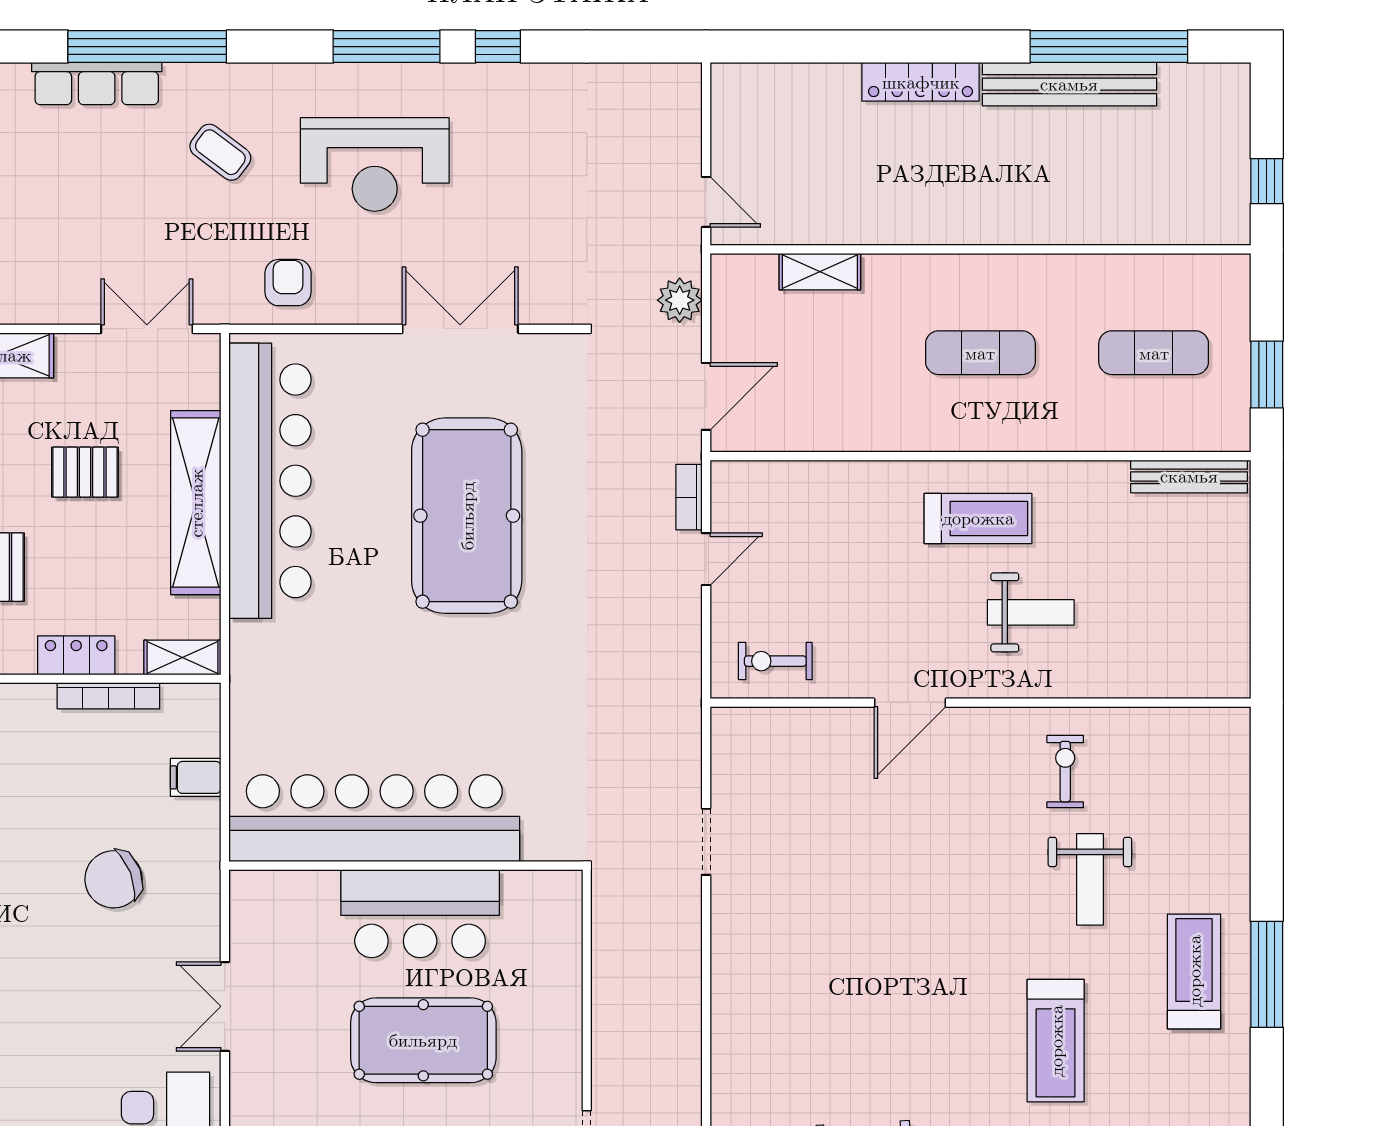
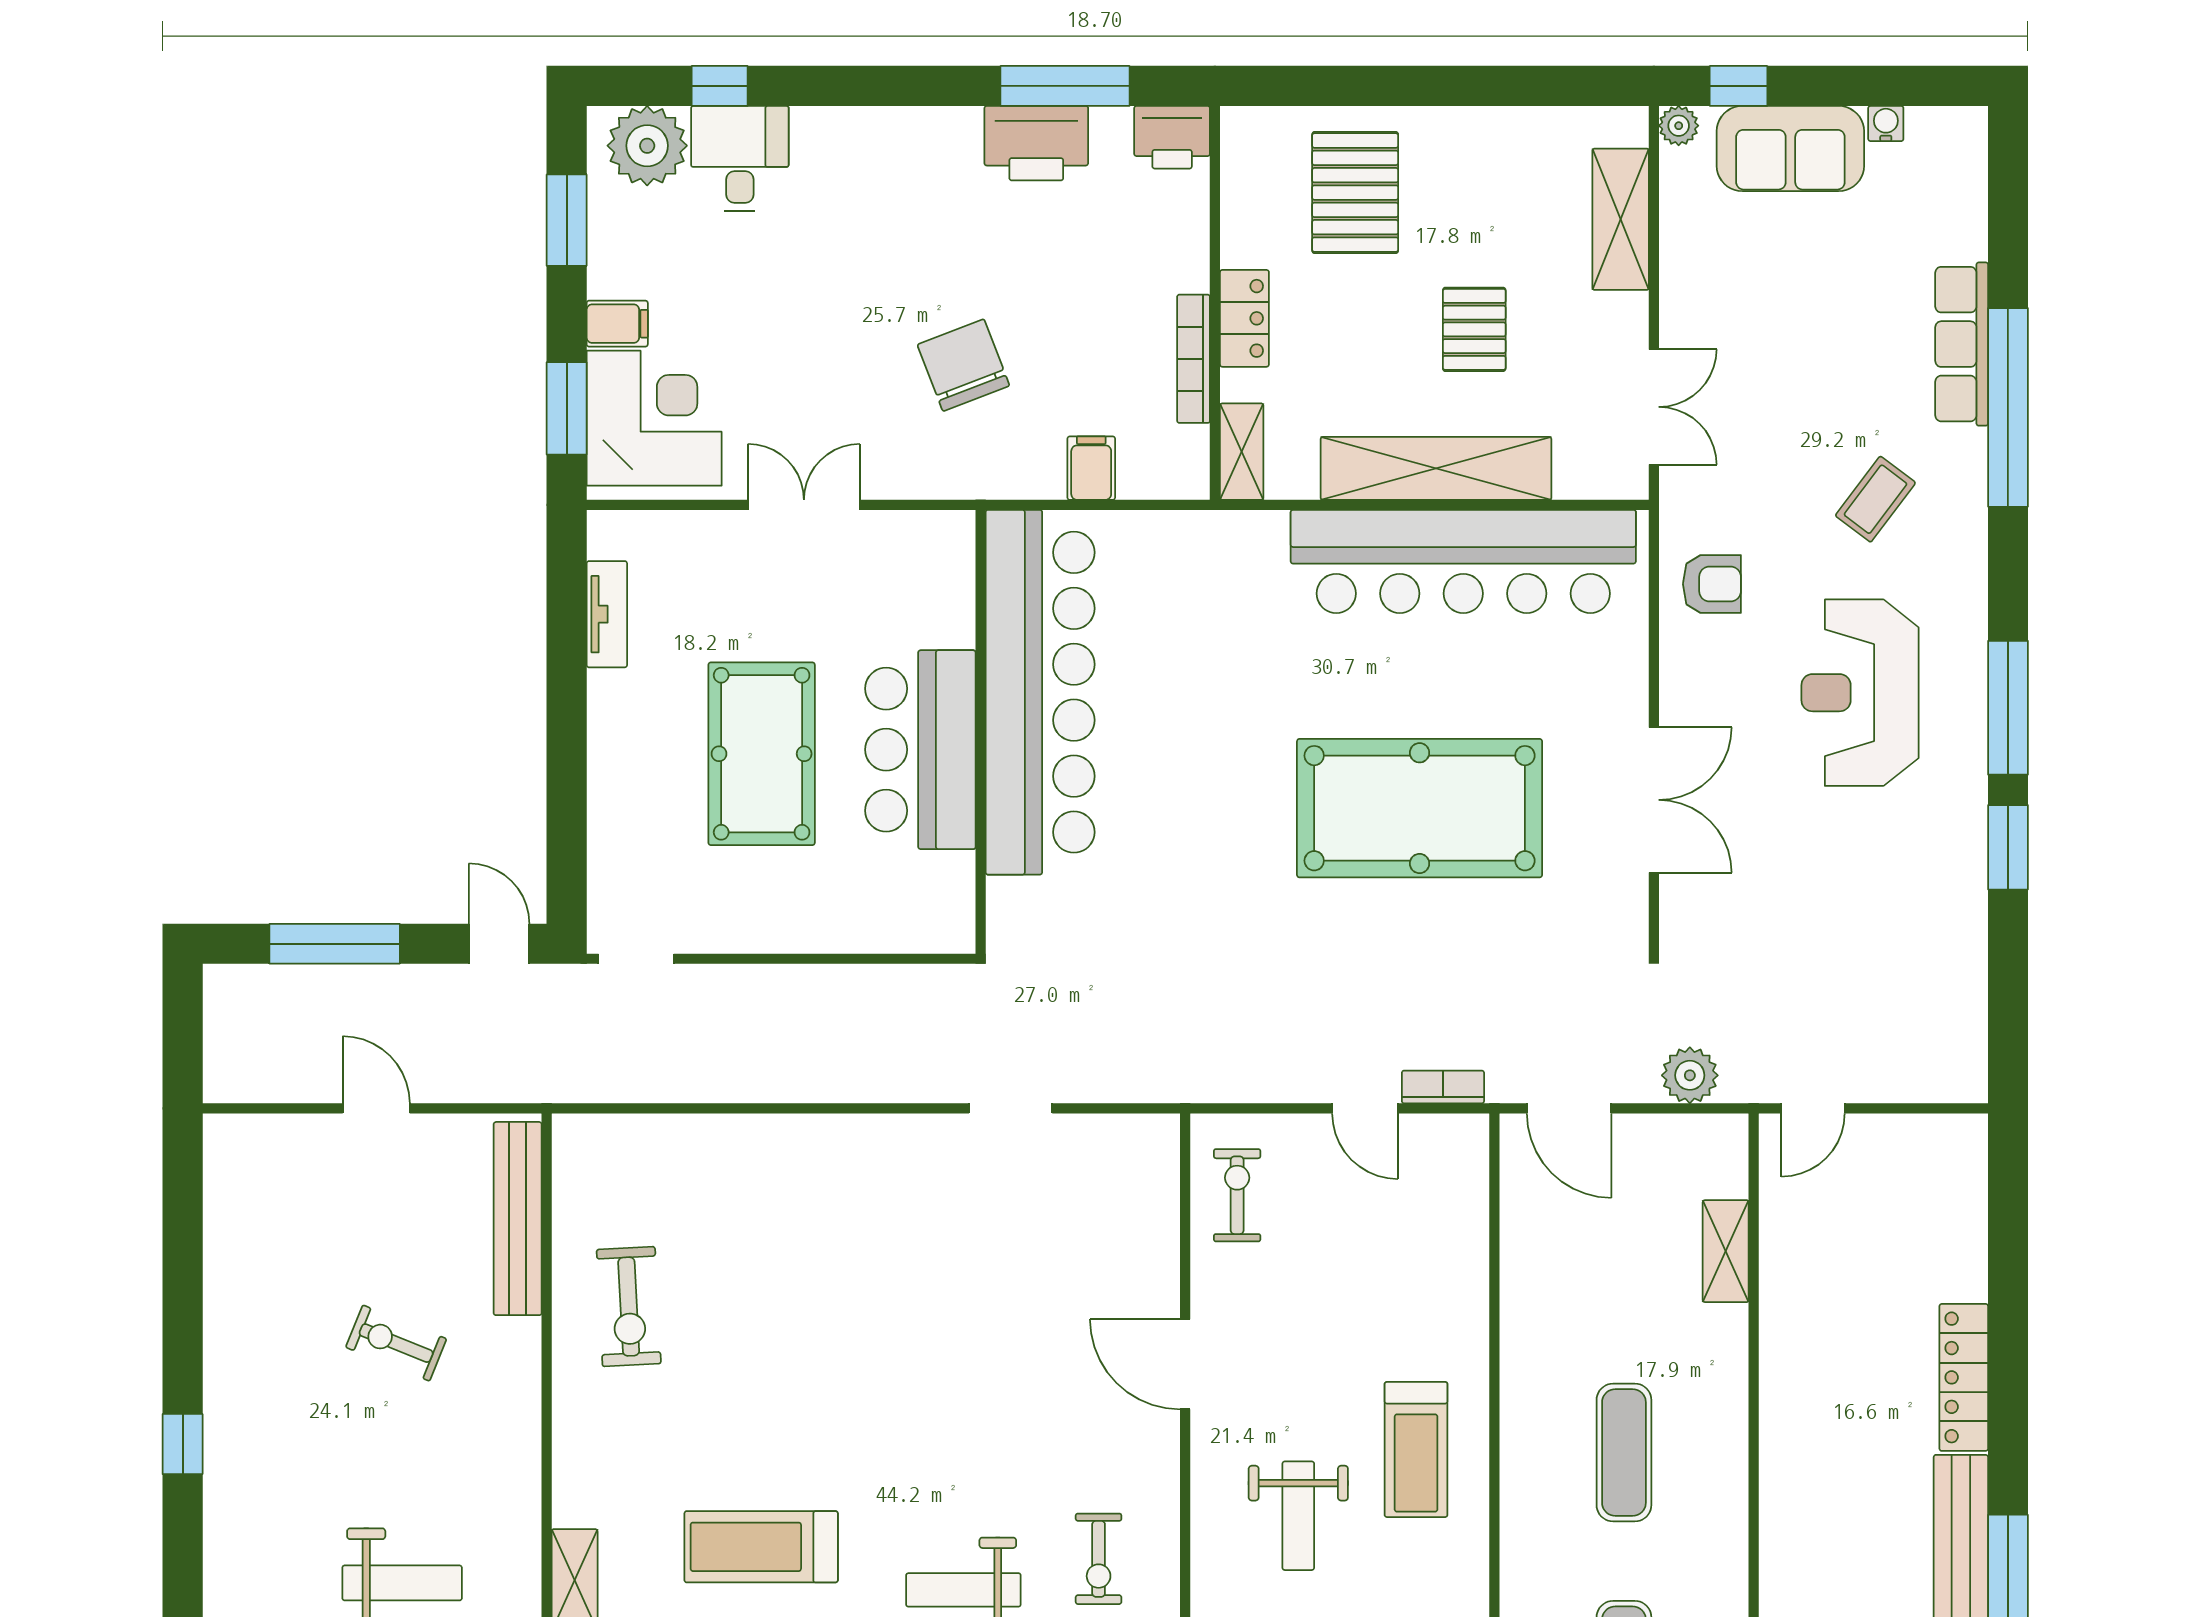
window: (498, 47) -> (2008, 847), width x1.50
exercise bike: (1065, 772) -> (1099, 1559), turned 90

